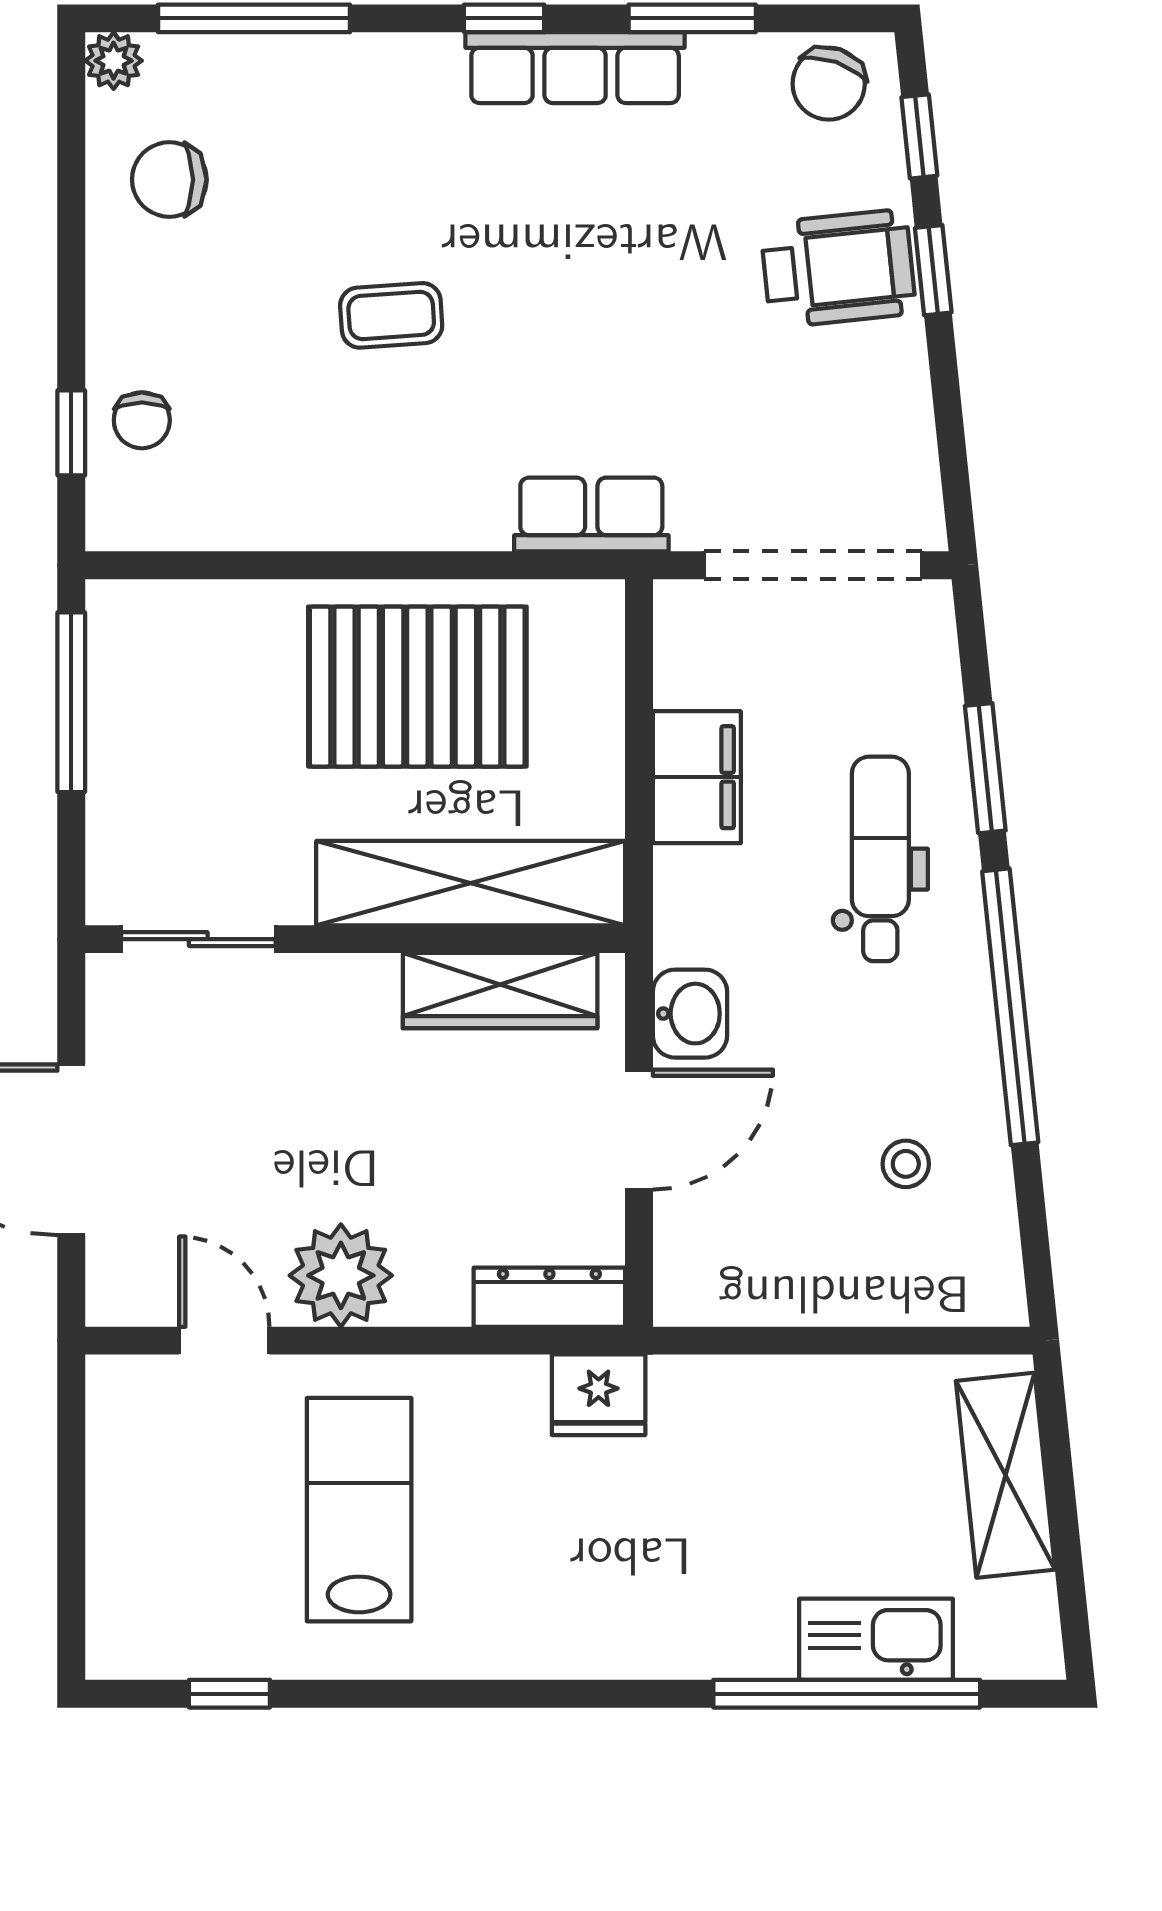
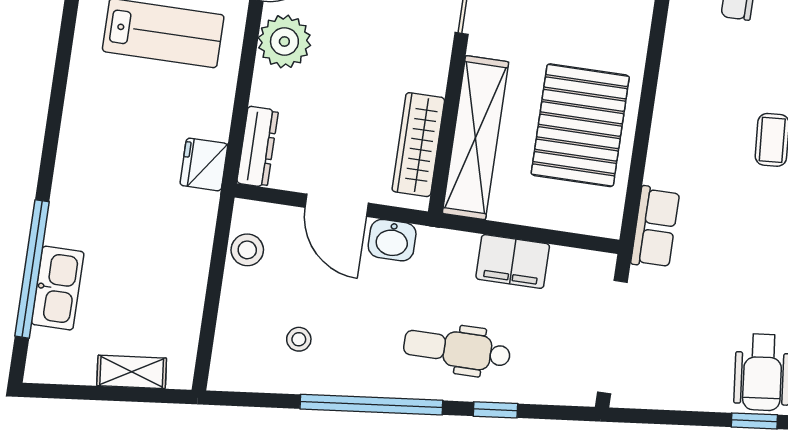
window: (985, 768) -> (495, 410), width x0.67
dental chair: (880, 859) -> (457, 349), turned 180
stool: (750, 1288) -> (247, 250), added
shelving: (1005, 1475) -> (132, 372), width x0.67, depth x0.75

